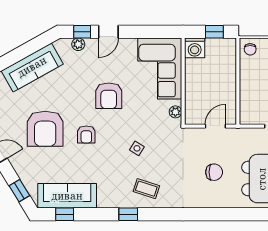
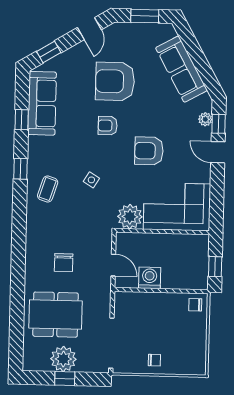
washing machine: (195, 48) -> (150, 278), moved, turned 90
plant: (175, 112) -> (130, 217), width x1.88, depth x1.88
window: (65, 214) -> (22, 120), moved

